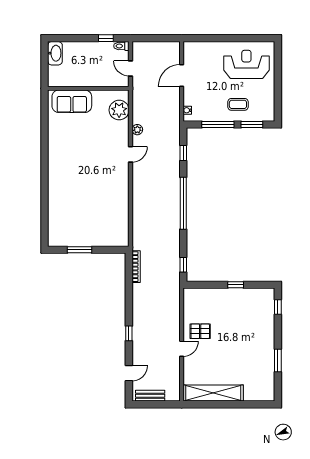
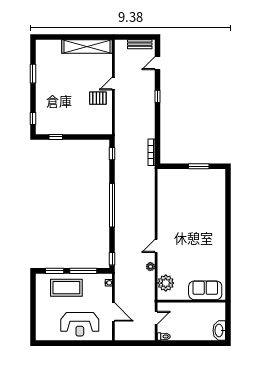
window: (106, 38) -> (177, 343), removed
reception desk: (246, 64) -> (80, 324), moved
door: (131, 68) -> (156, 318), hinge flipped
door: (182, 75) -> (113, 312), hinge flipped
coffee table: (238, 104) -> (66, 288), width x1.86, depth x1.72
window: (183, 153) -> (112, 259), moved
window: (236, 285) -> (56, 137), moved

